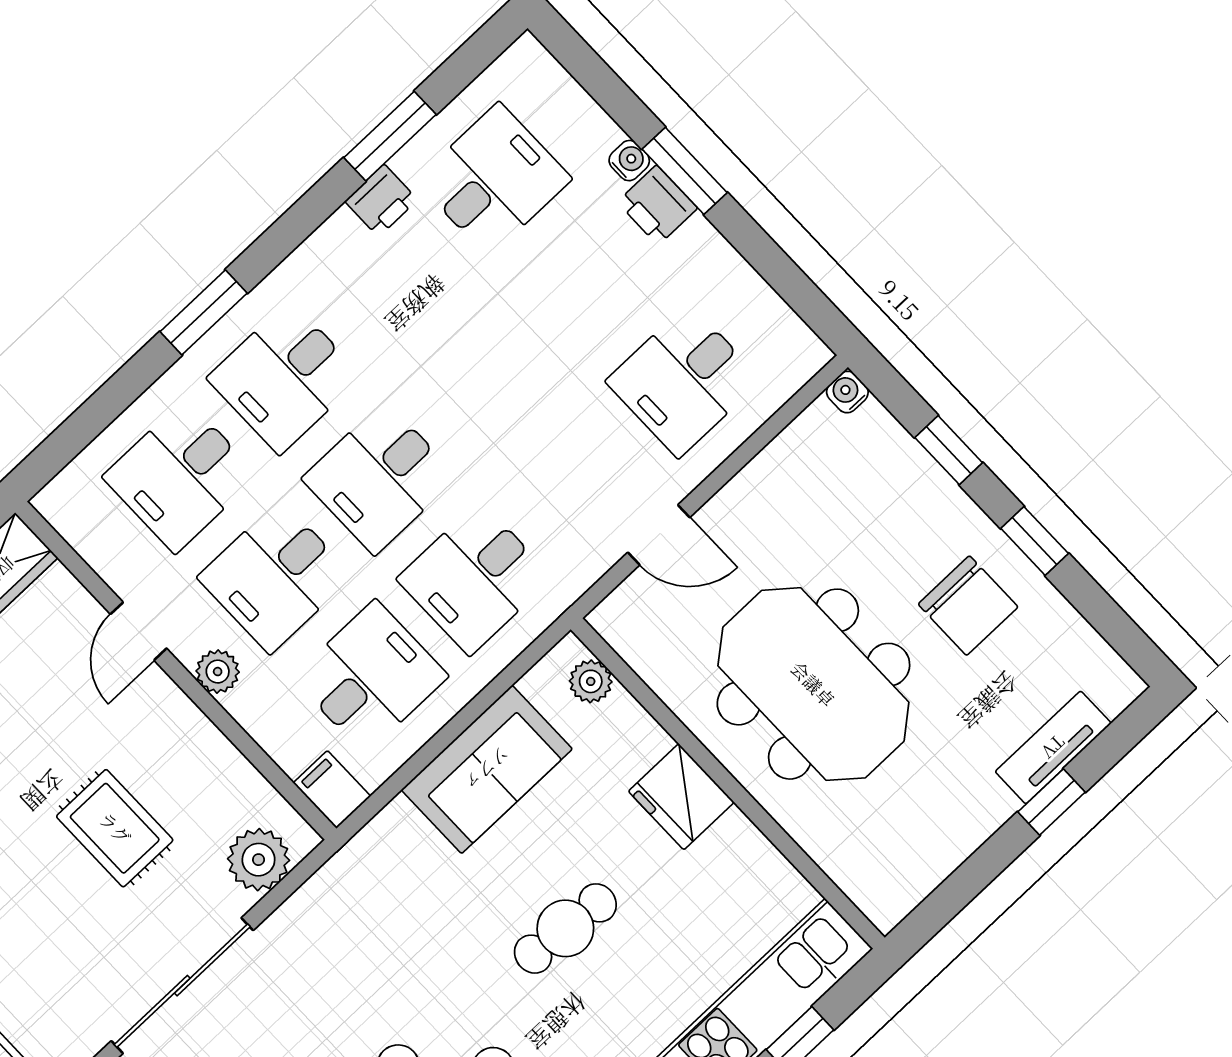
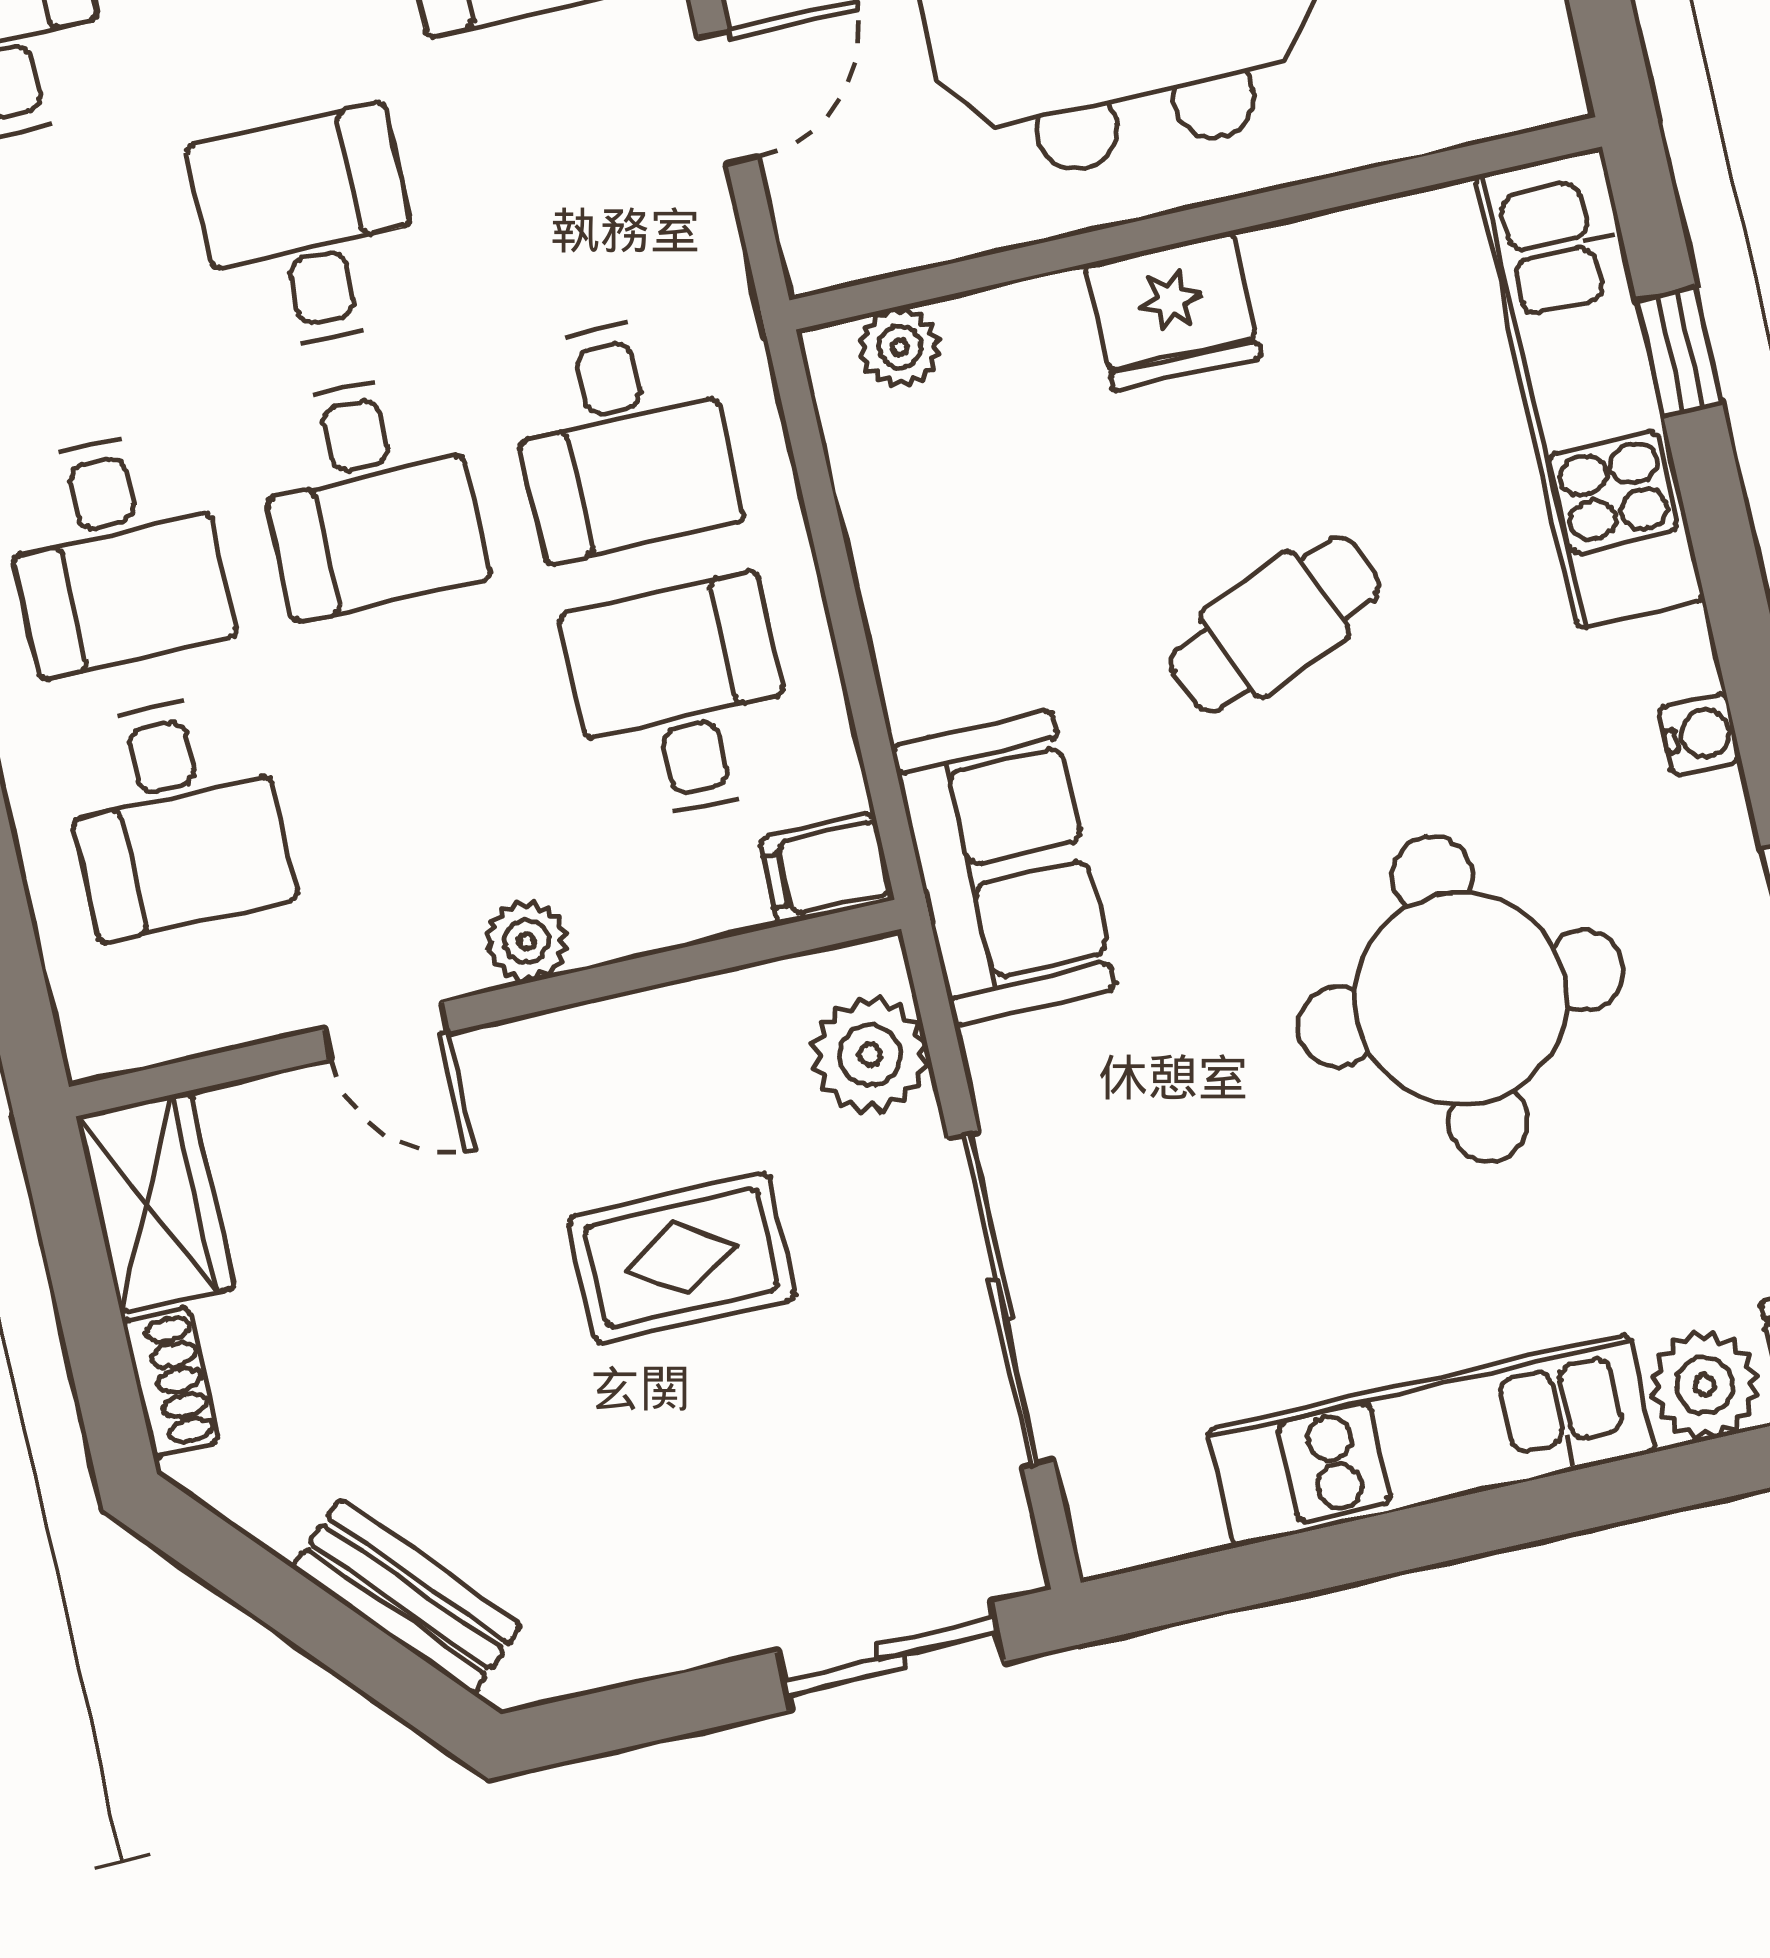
desk: (275, 577) -> (308, 230), moved, turned 180
sofa: (487, 769) -> (1003, 868), moved
cafe table: (565, 928) -> (1275, 625), turned 62

